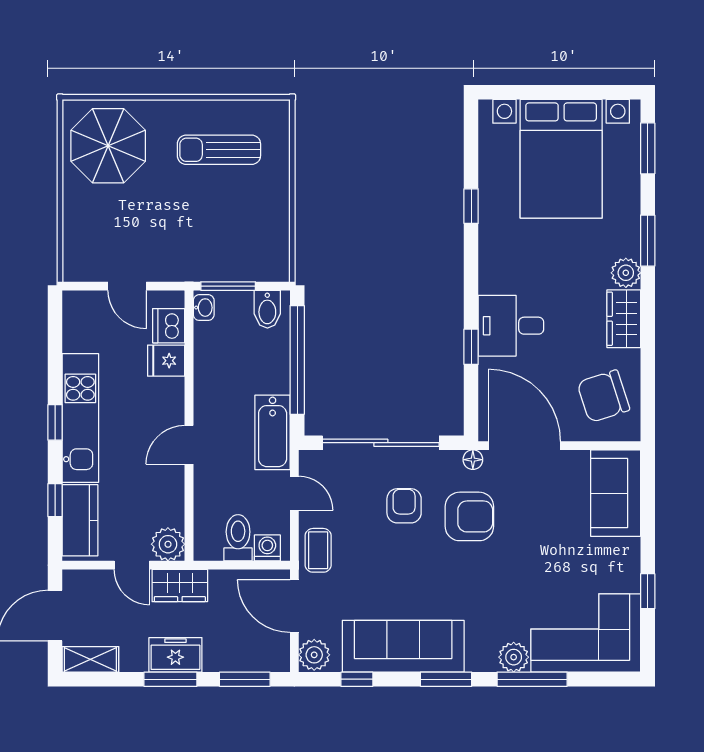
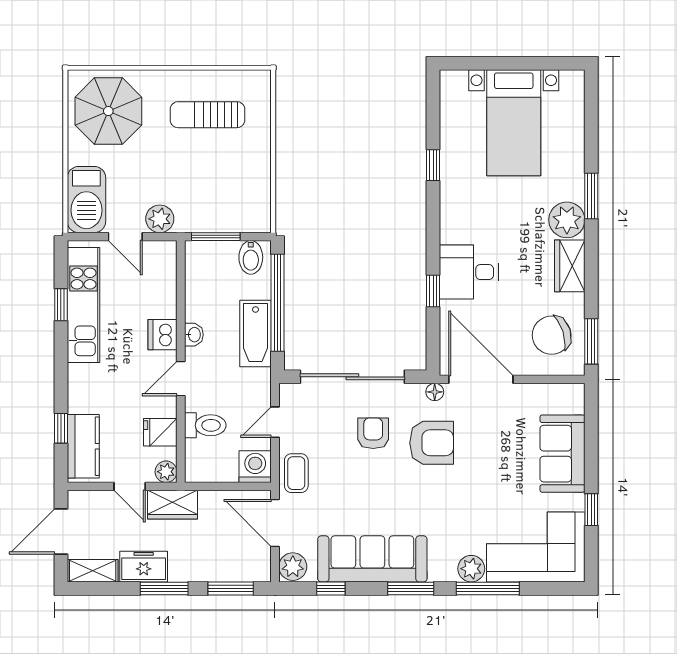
window: (648, 148) -> (591, 341), moved
bed with nightstands: (561, 159) -> (514, 123), width x0.73
barbecue: (84, 245) -> (86, 200), added
plant: (166, 266) -> (160, 219), added
plant: (626, 273) -> (567, 220), width x1.36, depth x1.36
washbasin: (204, 308) -> (194, 335), moved
dishwasher: (169, 326) -> (163, 335), moved
fridge: (166, 361) -> (160, 432), moved
kitchen unit: (80, 418) -> (84, 305), moved
window: (55, 422) -> (61, 305), moved
bathtub: (273, 432) -> (255, 334), moved
door: (294, 493) -> (275, 422), swing flipped
sofa: (616, 493) -> (562, 454), moved
toilet: (238, 538) -> (205, 425), moved, turned 90
plant: (168, 544) -> (166, 472), width x0.73, depth x0.73
washing machine: (267, 548) -> (255, 467), width x1.38, depth x1.38
freezer: (175, 655) -> (144, 567), moved

